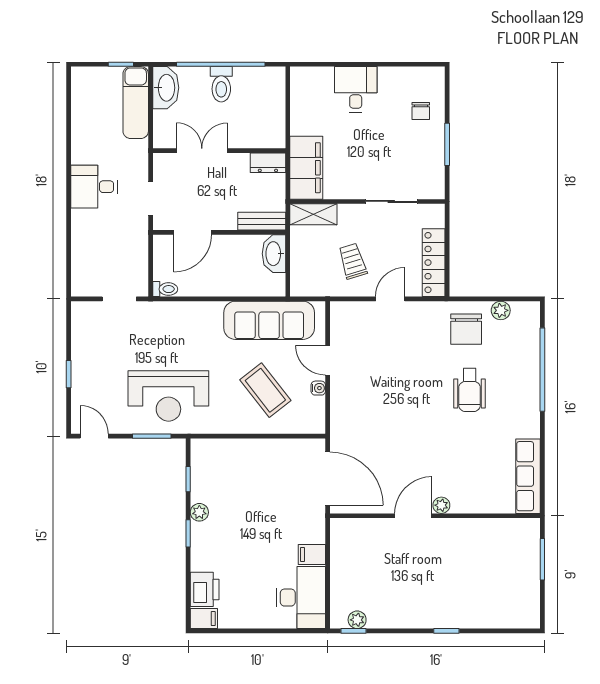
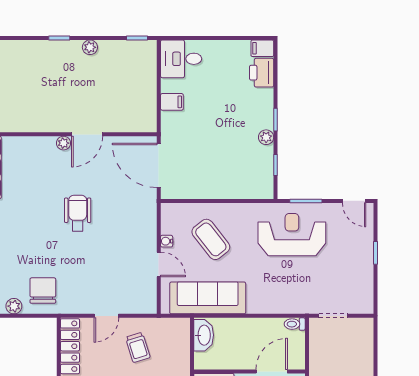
washbasin: (274, 254) -> (204, 335), moved
wheelchair: (470, 390) -> (78, 213), moved
desk: (301, 598) -> (181, 59), width x0.73
plant: (357, 620) -> (90, 47), moved

